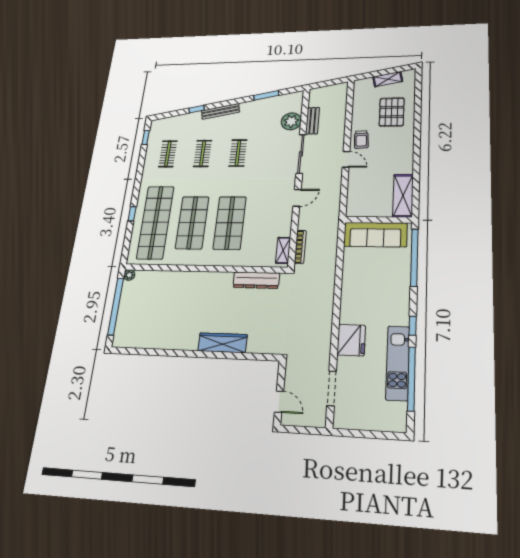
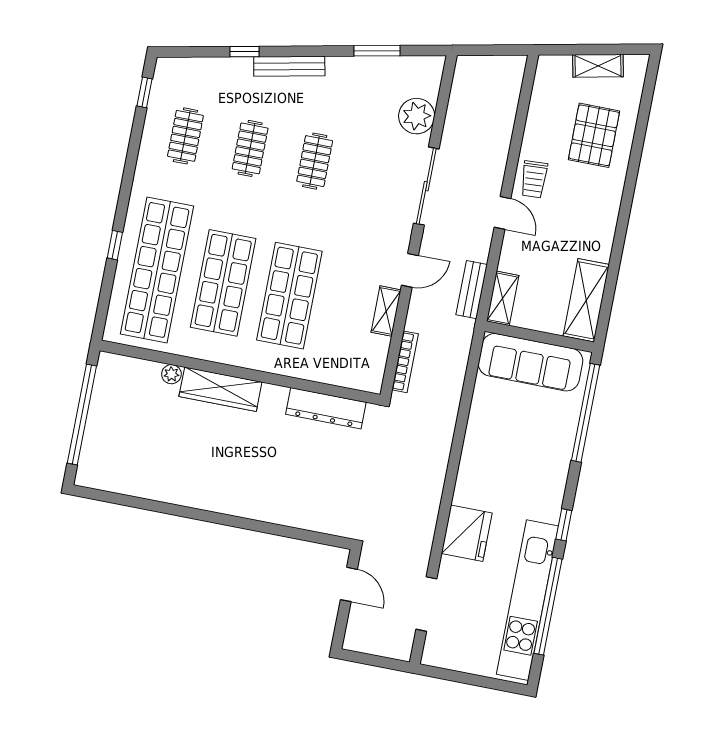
bench: (312, 121) -> (472, 290), moved
shelving: (353, 203) -> (503, 298), added
shelving: (283, 250) -> (386, 311), moved
plant: (129, 275) -> (171, 374), moved
wardrobe: (223, 343) -> (220, 389), moved, turned 180
kitchen unit: (398, 363) -> (528, 600), width x1.36
door: (279, 402) -> (349, 584), moved

